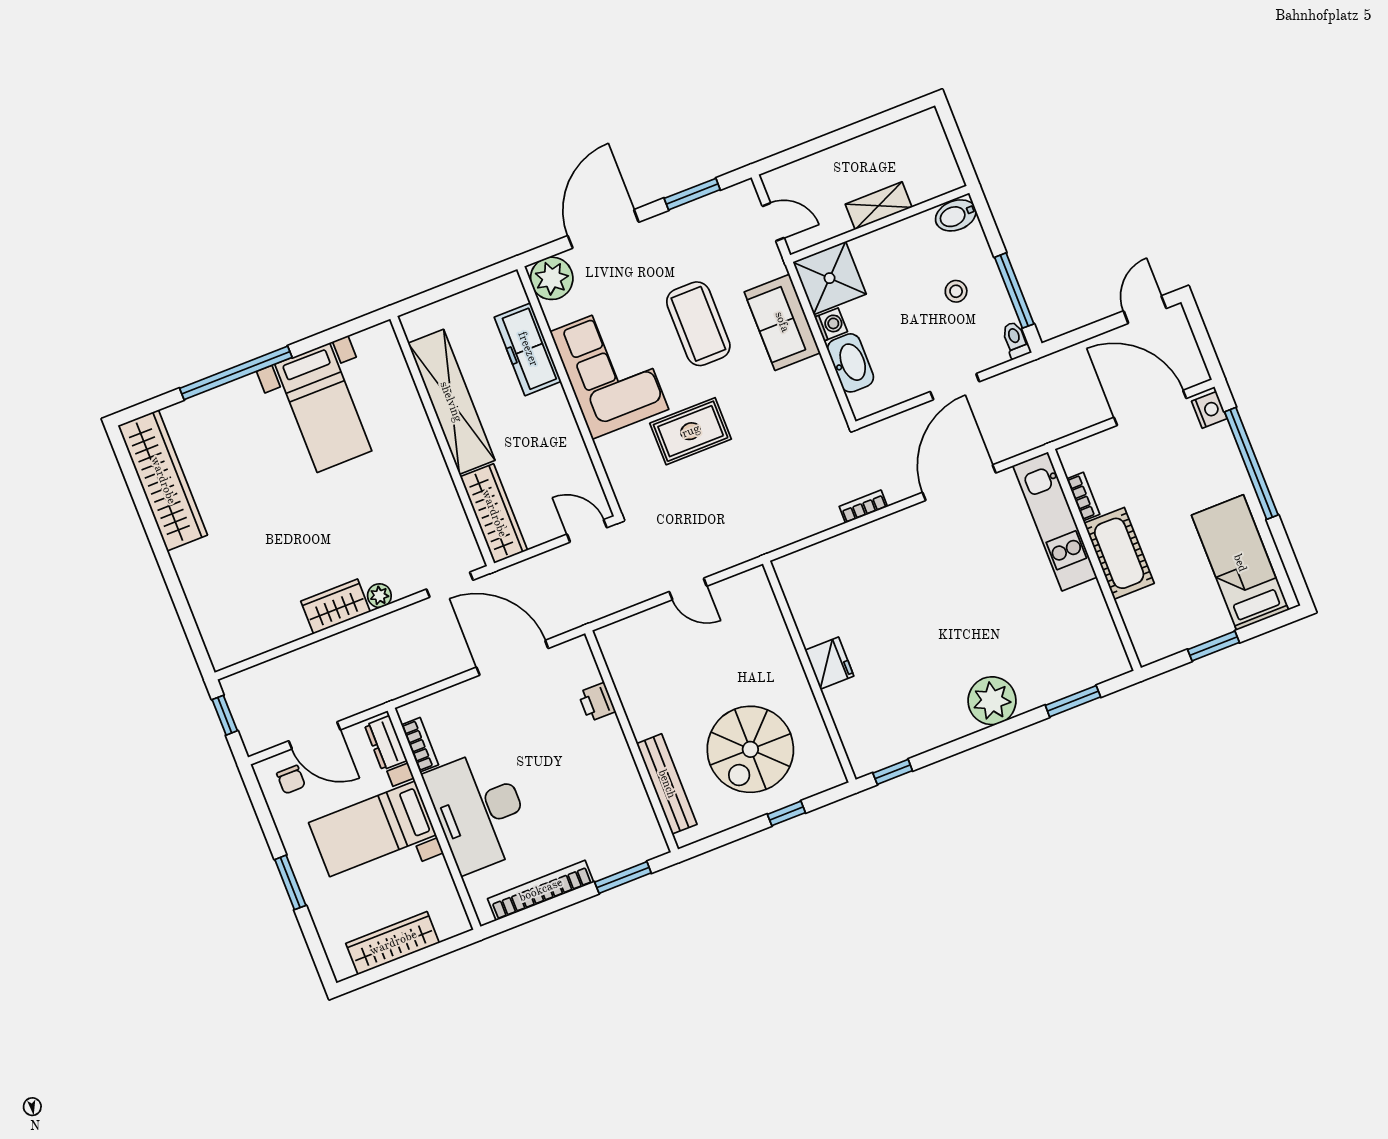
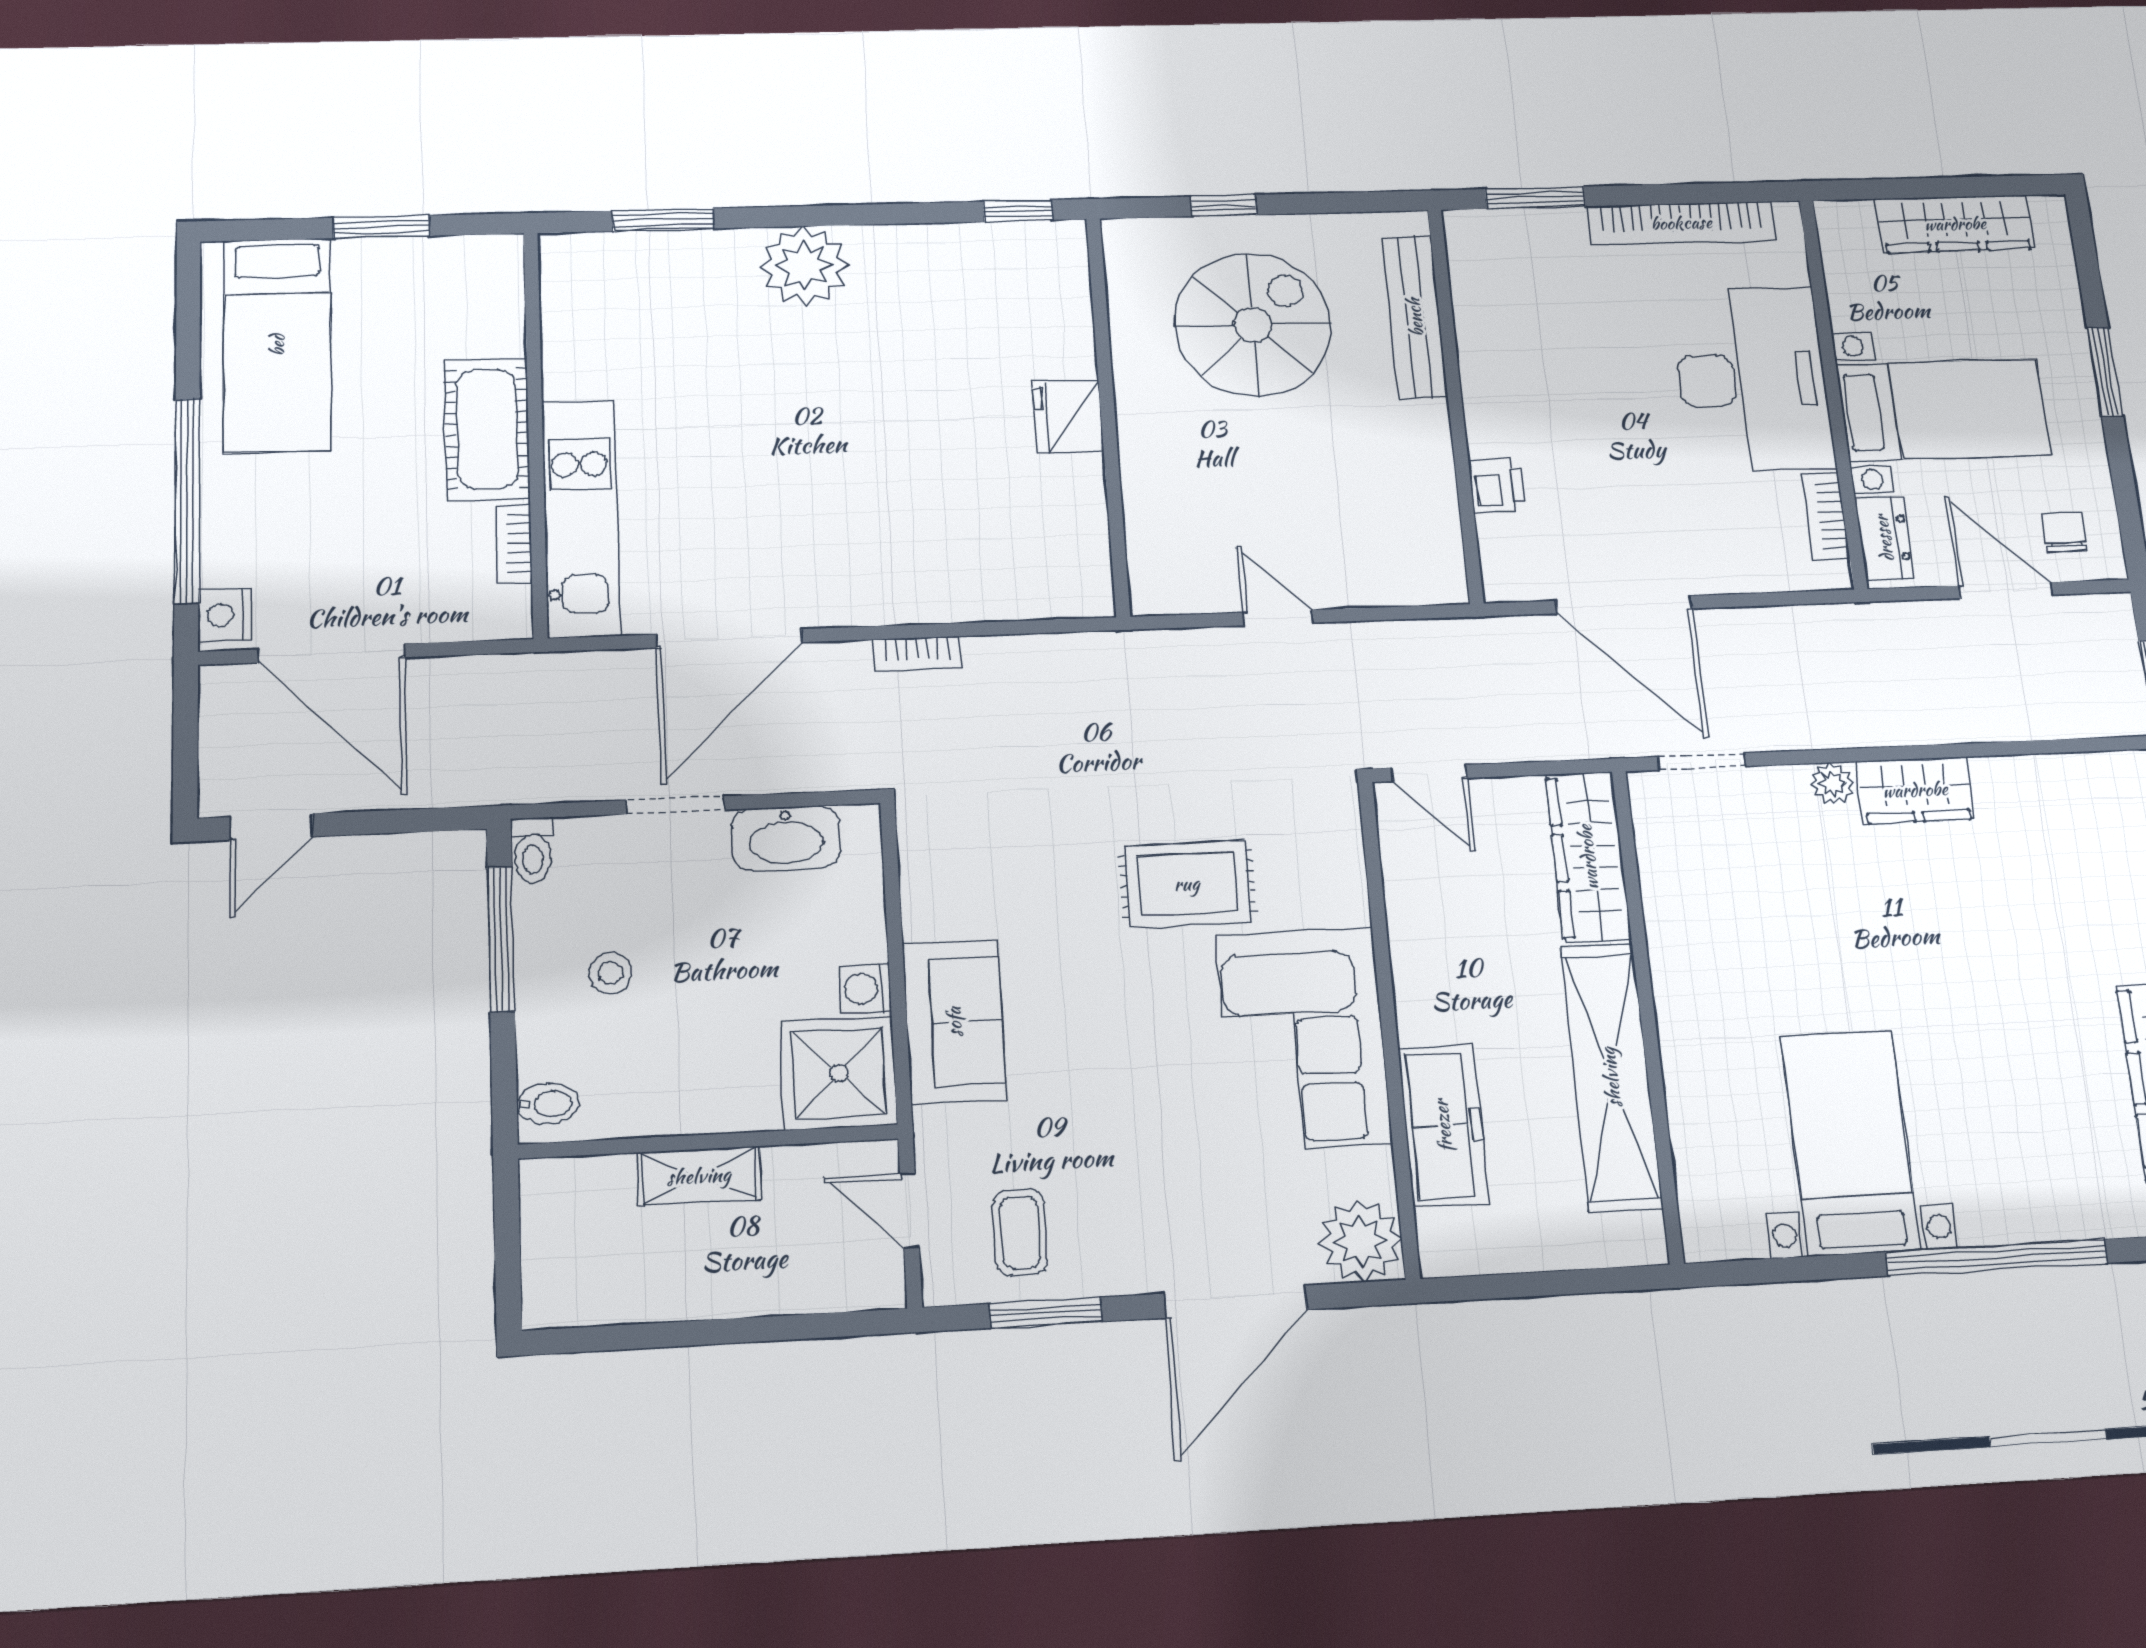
bidet: (956, 215) -> (548, 1104), width x0.72, depth x0.74
coffee table: (698, 324) -> (1020, 1232), moved, width x0.54, depth x0.58
washbasin: (851, 363) -> (786, 838), moved, turned -90

